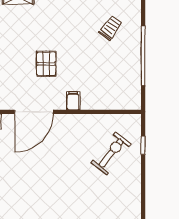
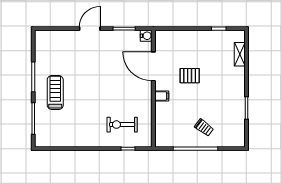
trolley: (110, 28) -> (204, 128), moved
exercise bike: (111, 153) -> (122, 125), turned 142

